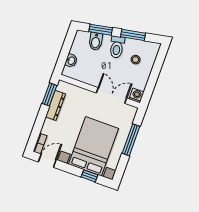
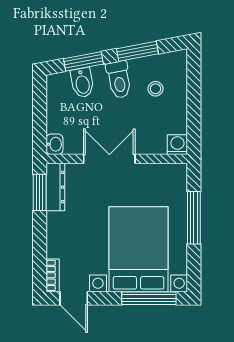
washbasin: (71, 61) -> (54, 144), moved
double door: (112, 96) -> (109, 159), moved
dresser: (56, 105) -> (55, 187), moved
door: (47, 161) -> (74, 298), swing flipped
window: (89, 176) -> (149, 298), width x2.17

